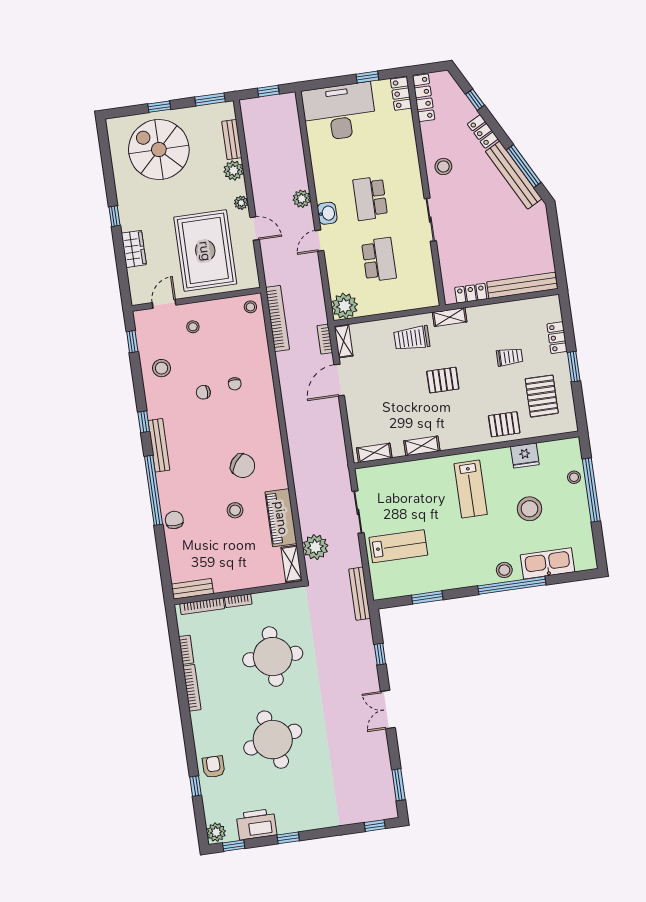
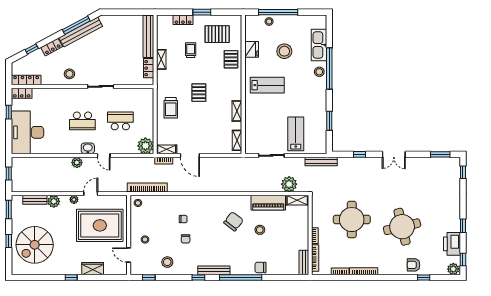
shelving: (450, 317) -> (161, 59), moved

